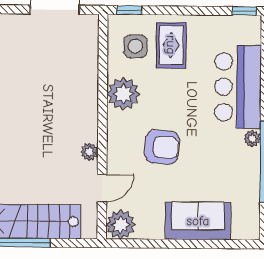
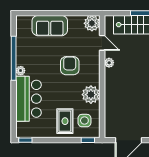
armchair: (162, 147) -> (70, 66), turned 85
door: (102, 188) -> (102, 43), swing flipped

